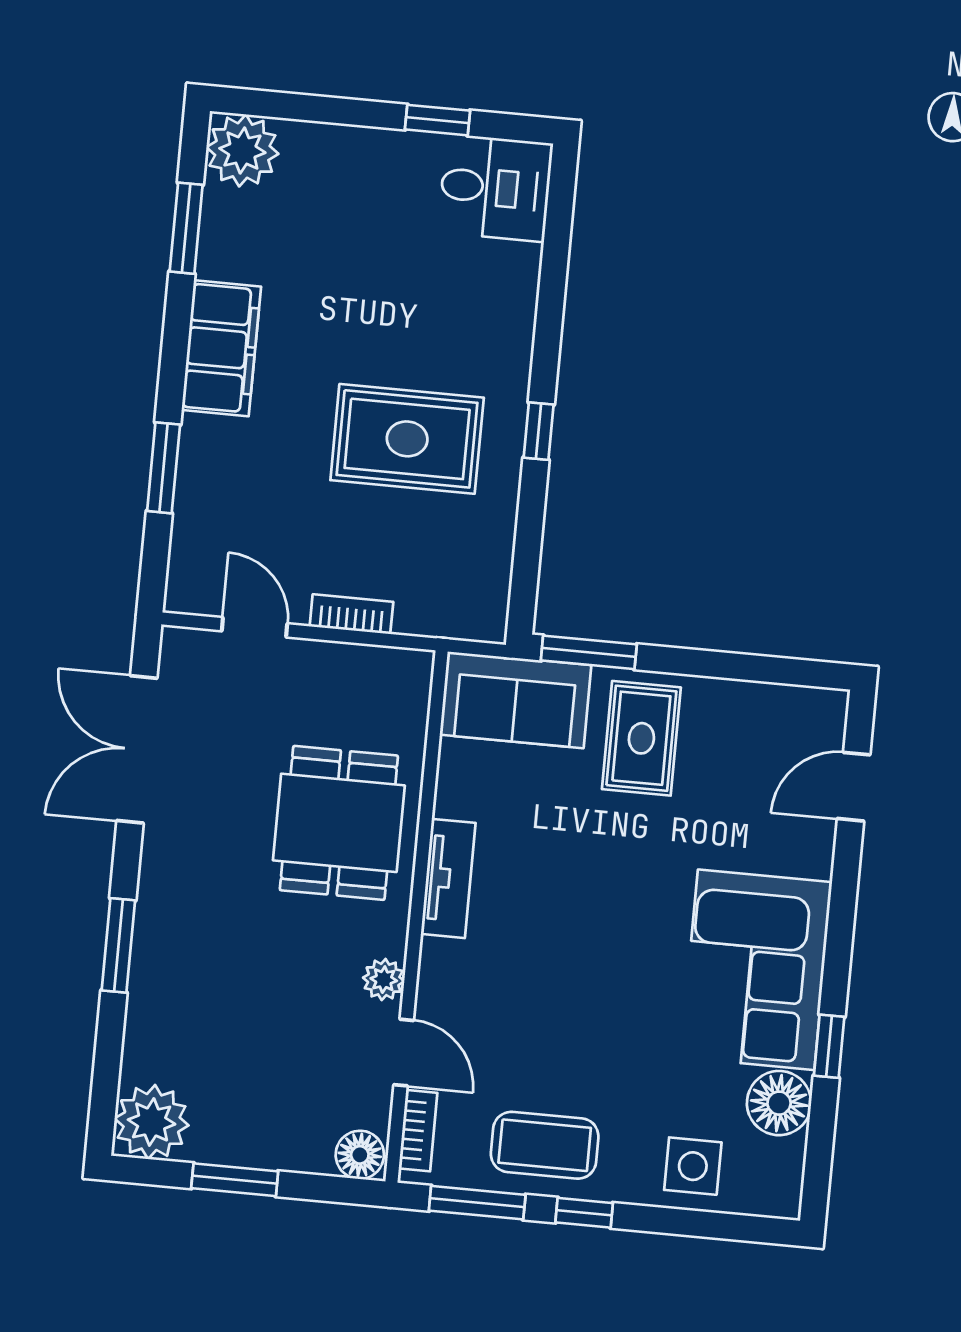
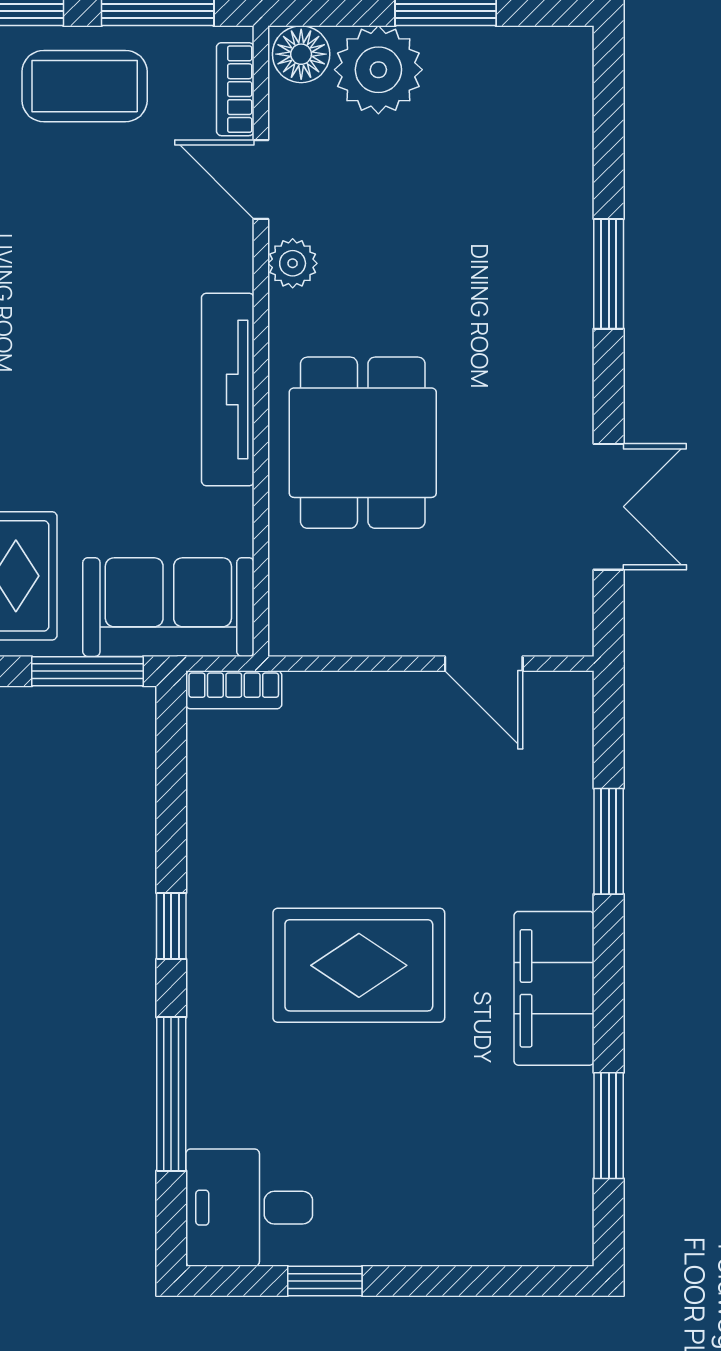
plant: (242, 151) -> (551, 1223), removed
window: (552, 290) -> (171, 1094), added
rug: (407, 439) -> (359, 965), moved
bookcase: (351, 614) -> (234, 690), moved
double door: (137, 749) -> (609, 507), width x0.73
tv unit: (448, 878) -> (228, 389), width x1.41
plant: (152, 1122) -> (378, 70), moved

